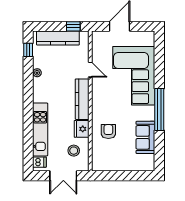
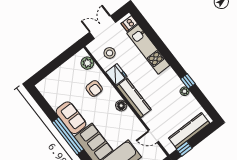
window: (28, 50) -> (188, 81), moved
door: (90, 70) -> (153, 136), moved
floor lamp: (97, 101) -> (121, 106), added
sofa: (145, 137) -> (71, 118), moved
plant: (98, 156) -> (87, 63), added

